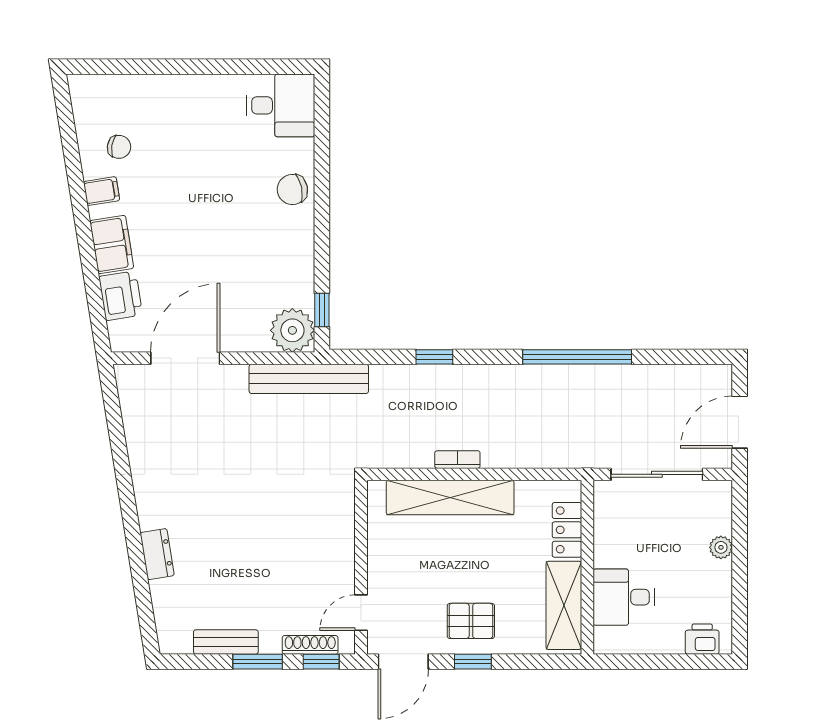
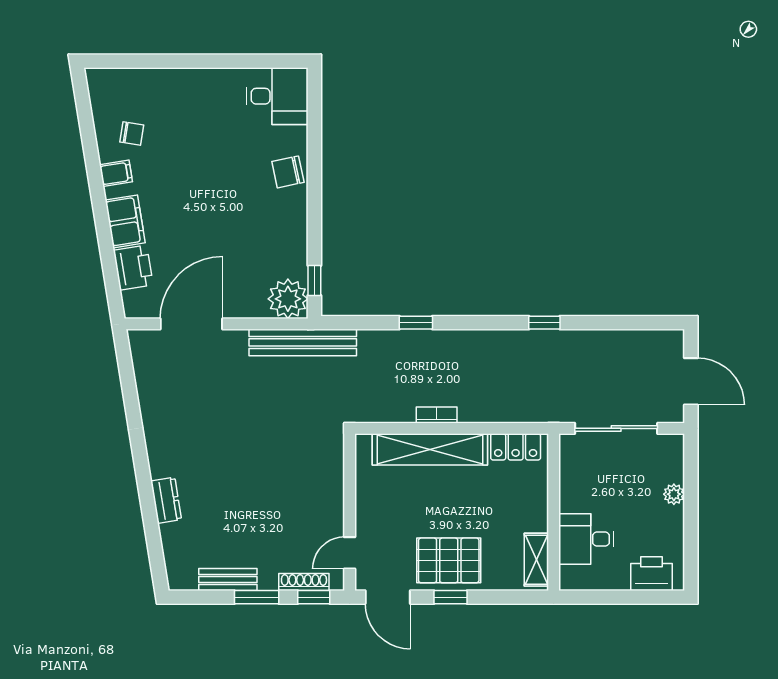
window: (577, 357) -> (544, 323), width x0.32
door: (740, 422) -> (691, 381), swing flipped
locker: (567, 530) -> (516, 447), moved, turned -90
shelving: (564, 605) -> (536, 560), width x0.67, depth x0.75
pallet: (471, 621) -> (449, 560), width x1.50, depth x1.42
printer: (702, 639) -> (652, 574), width x1.36, depth x1.24
door: (403, 662) -> (388, 597), hinge flipped

